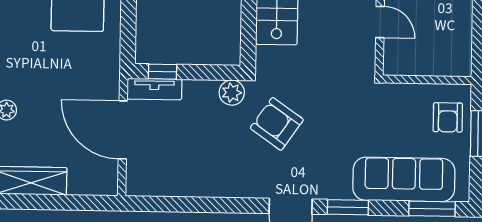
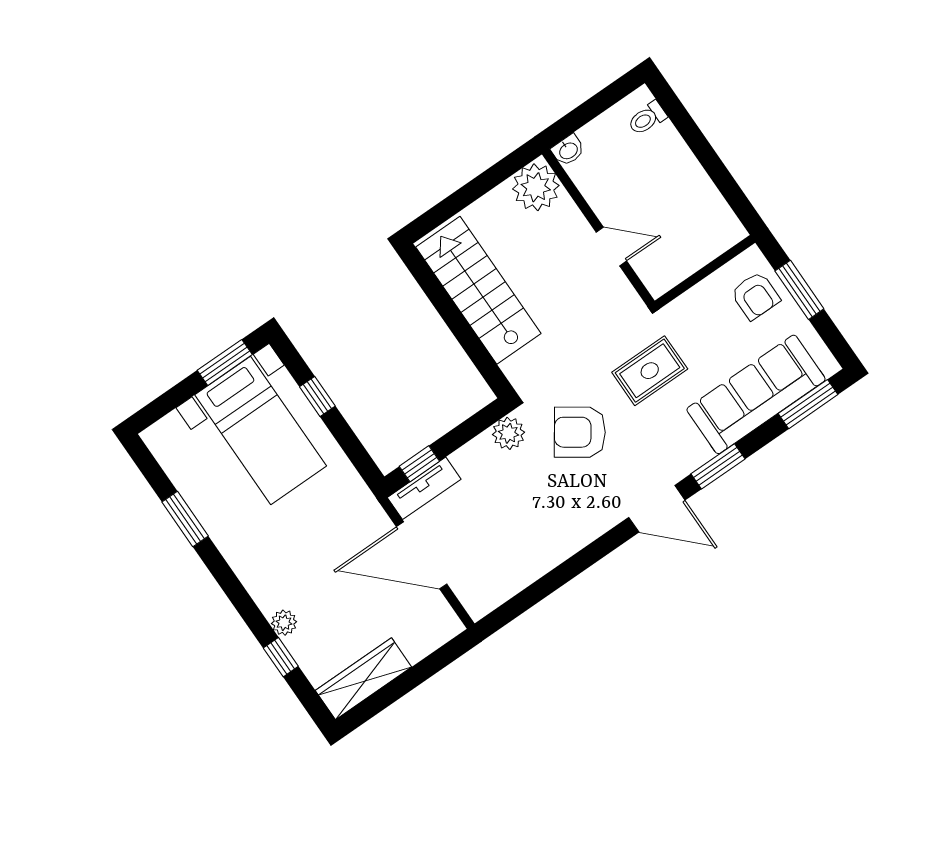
rug: (348, 117) -> (650, 371), added

